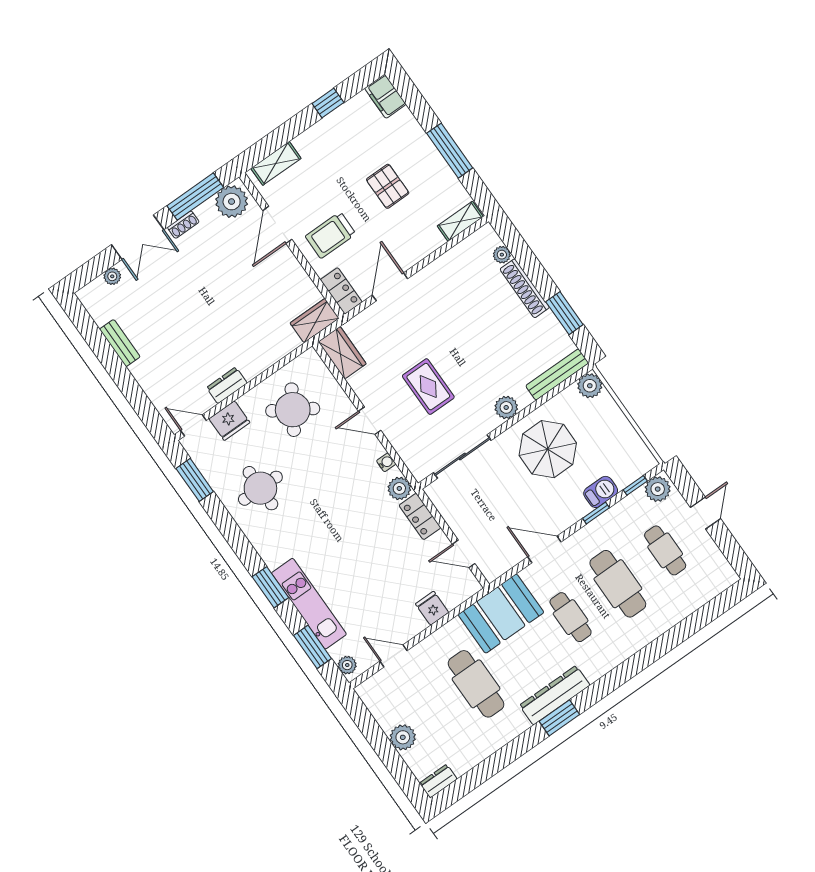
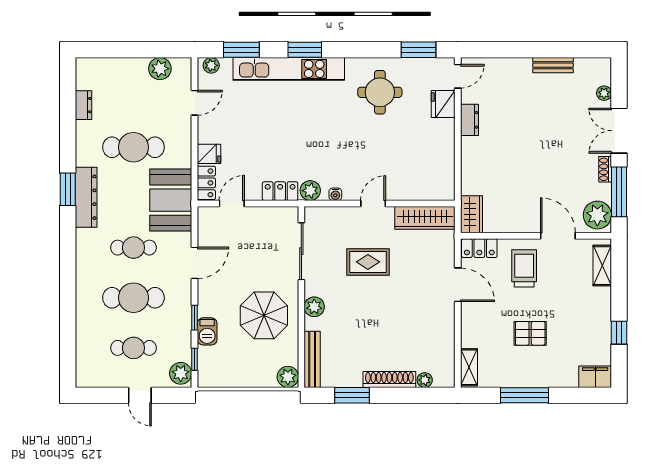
wardrobe: (342, 353) -> (425, 218), width x1.50
round table: (293, 410) -> (419, 154), removed
locker: (461, 591) -> (206, 183), added
kitchen unit: (309, 604) -> (289, 69), width x1.36
plant: (403, 737) -> (160, 69), moved
dresser: (438, 781) -> (83, 105), moved

